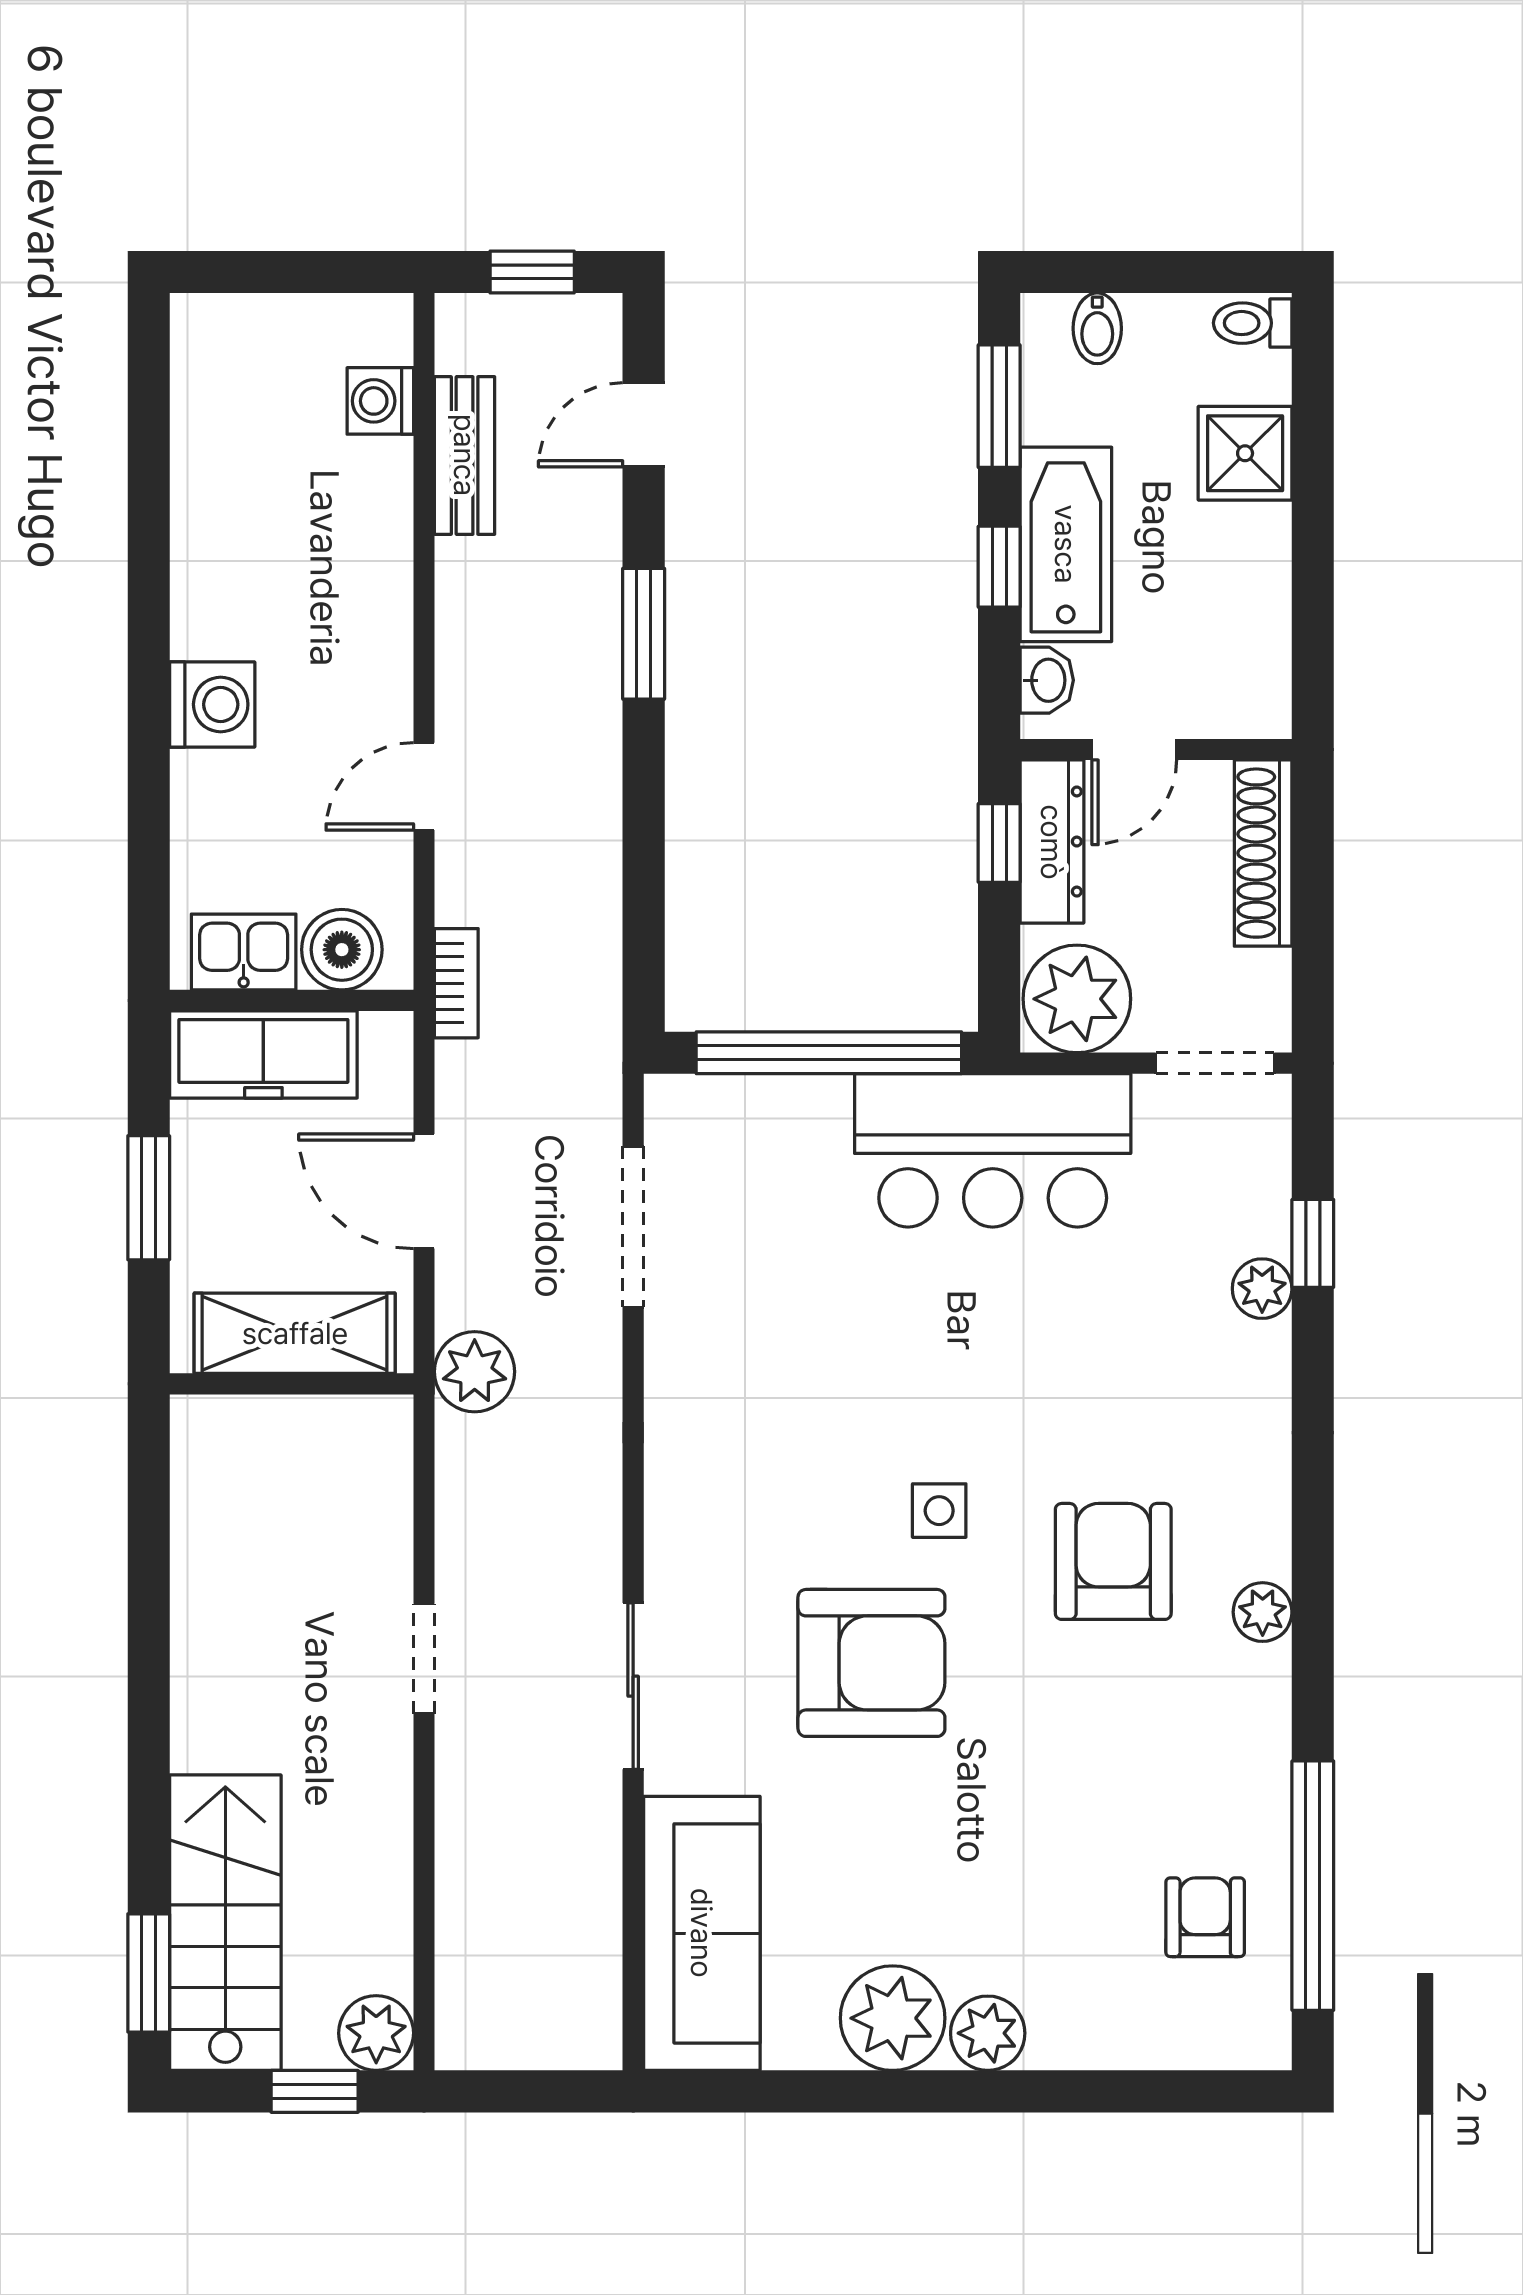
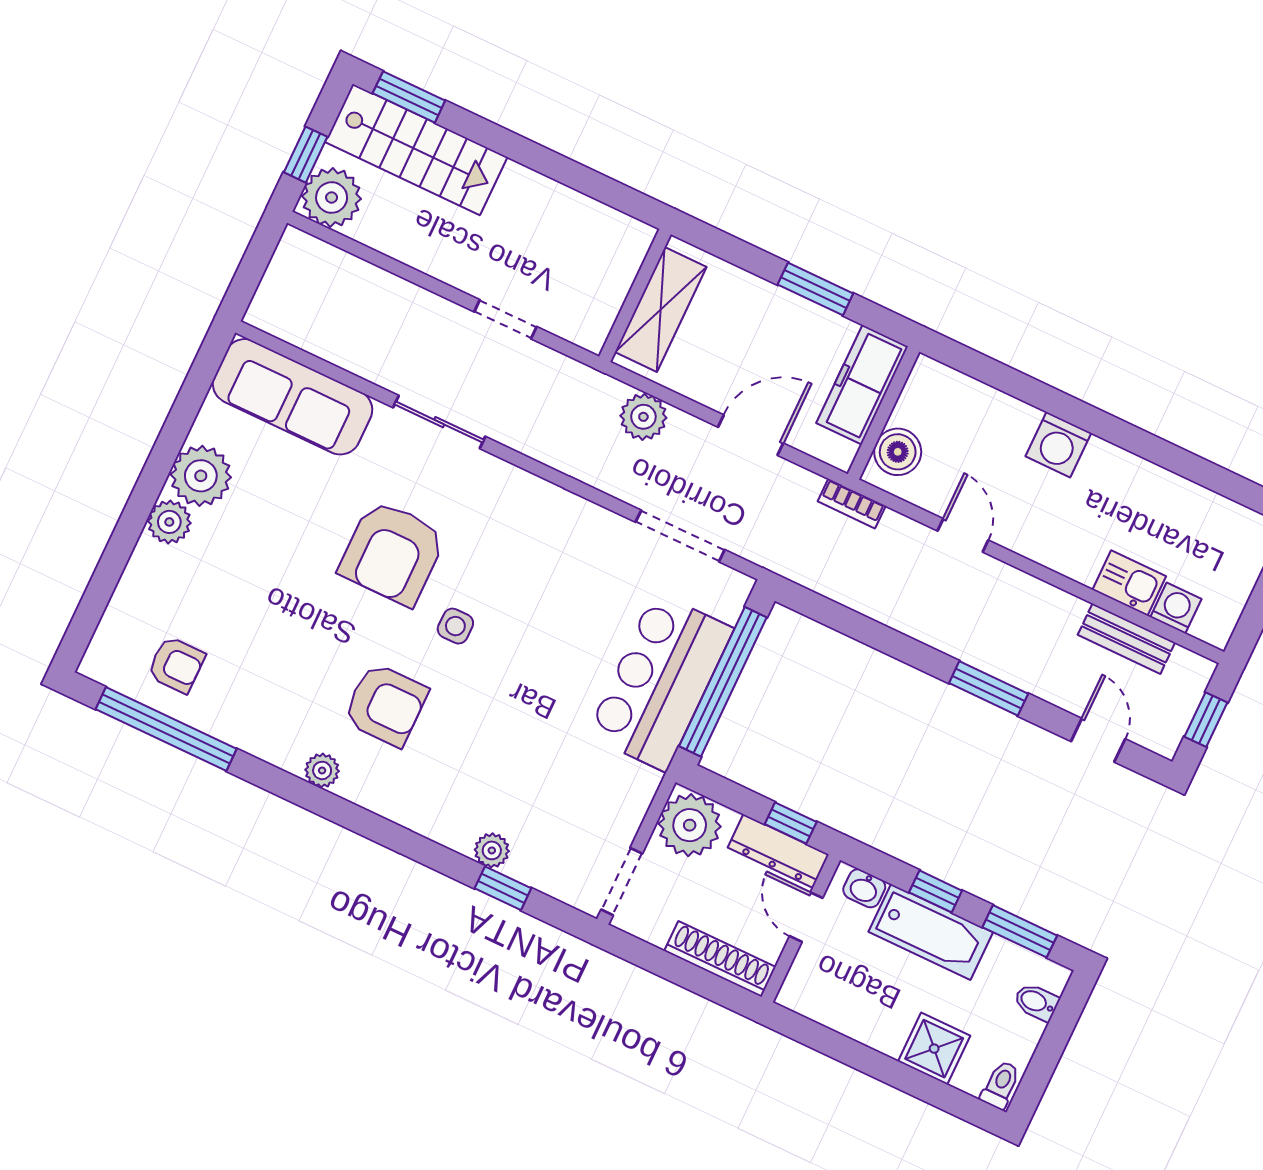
kitchen sink: (244, 952) -> (1129, 583), moved, turned -90
bar counter: (993, 1150) -> (660, 682), moved
shelving: (295, 1333) -> (661, 310), moved
wall: (292, 1384) -> (635, 295), moved
plant: (376, 2033) -> (332, 198), width x1.36, depth x1.36

